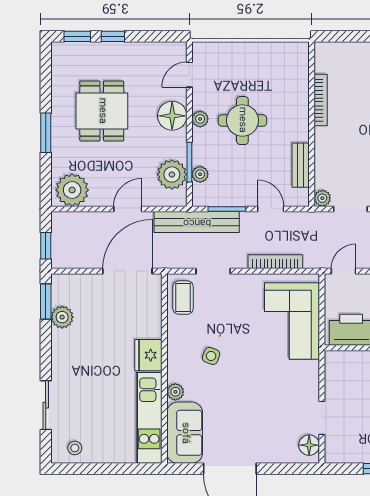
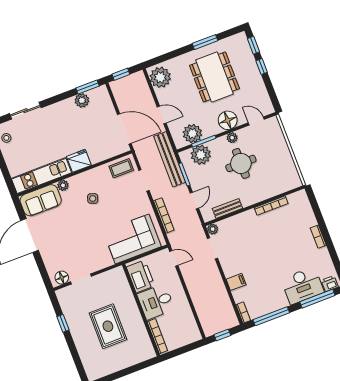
dining table: (102, 111) -> (214, 77), width x1.38
window: (46, 133) -> (205, 42), moved
plant: (200, 174) -> (201, 155), width x1.87, depth x1.87

